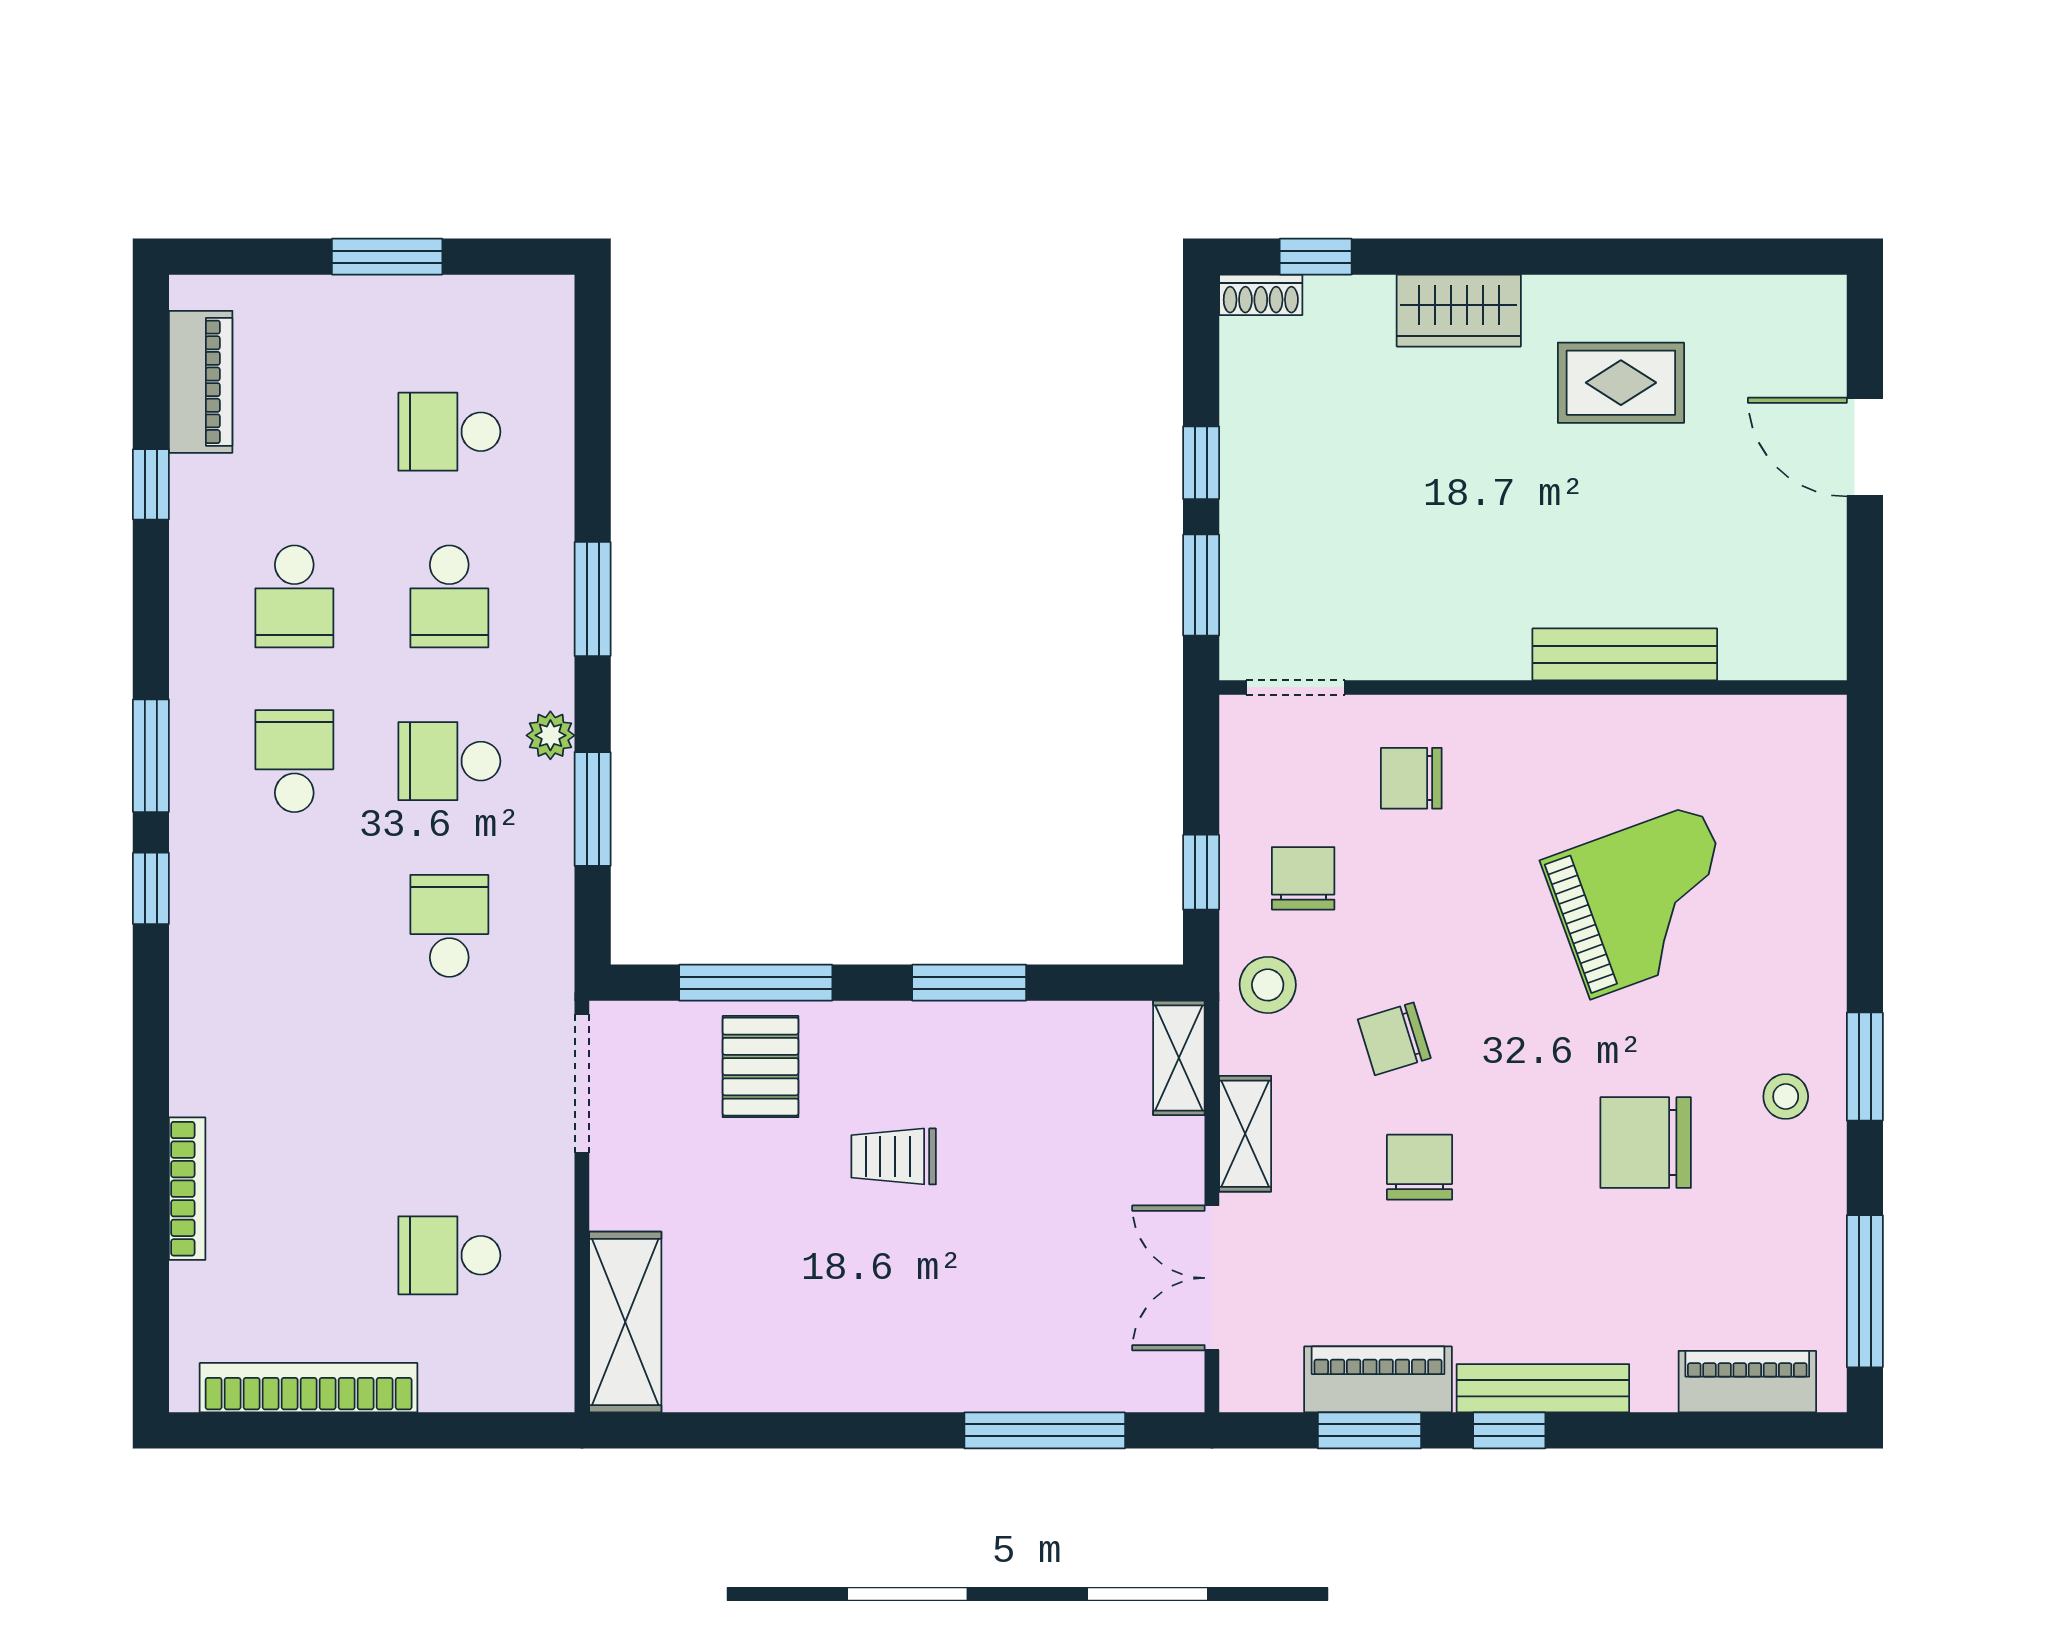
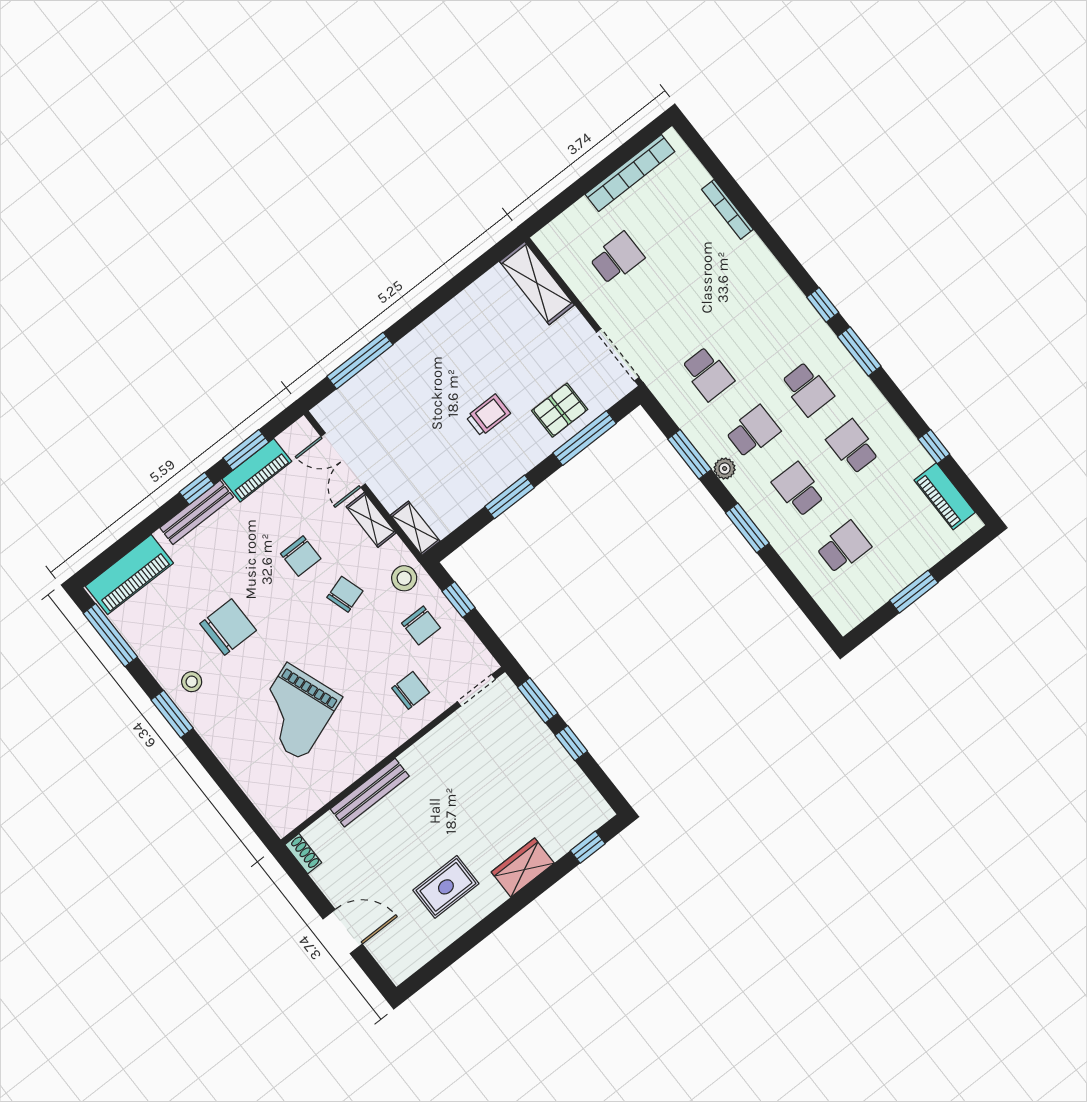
shoe rack: (1261, 295) -> (303, 854), moved, turned 90
pallet: (760, 1067) -> (560, 410), turned 90
double door: (1212, 1278) -> (343, 460), swing flipped
piano: (1747, 1382) -> (129, 575), width x1.37, depth x1.33

